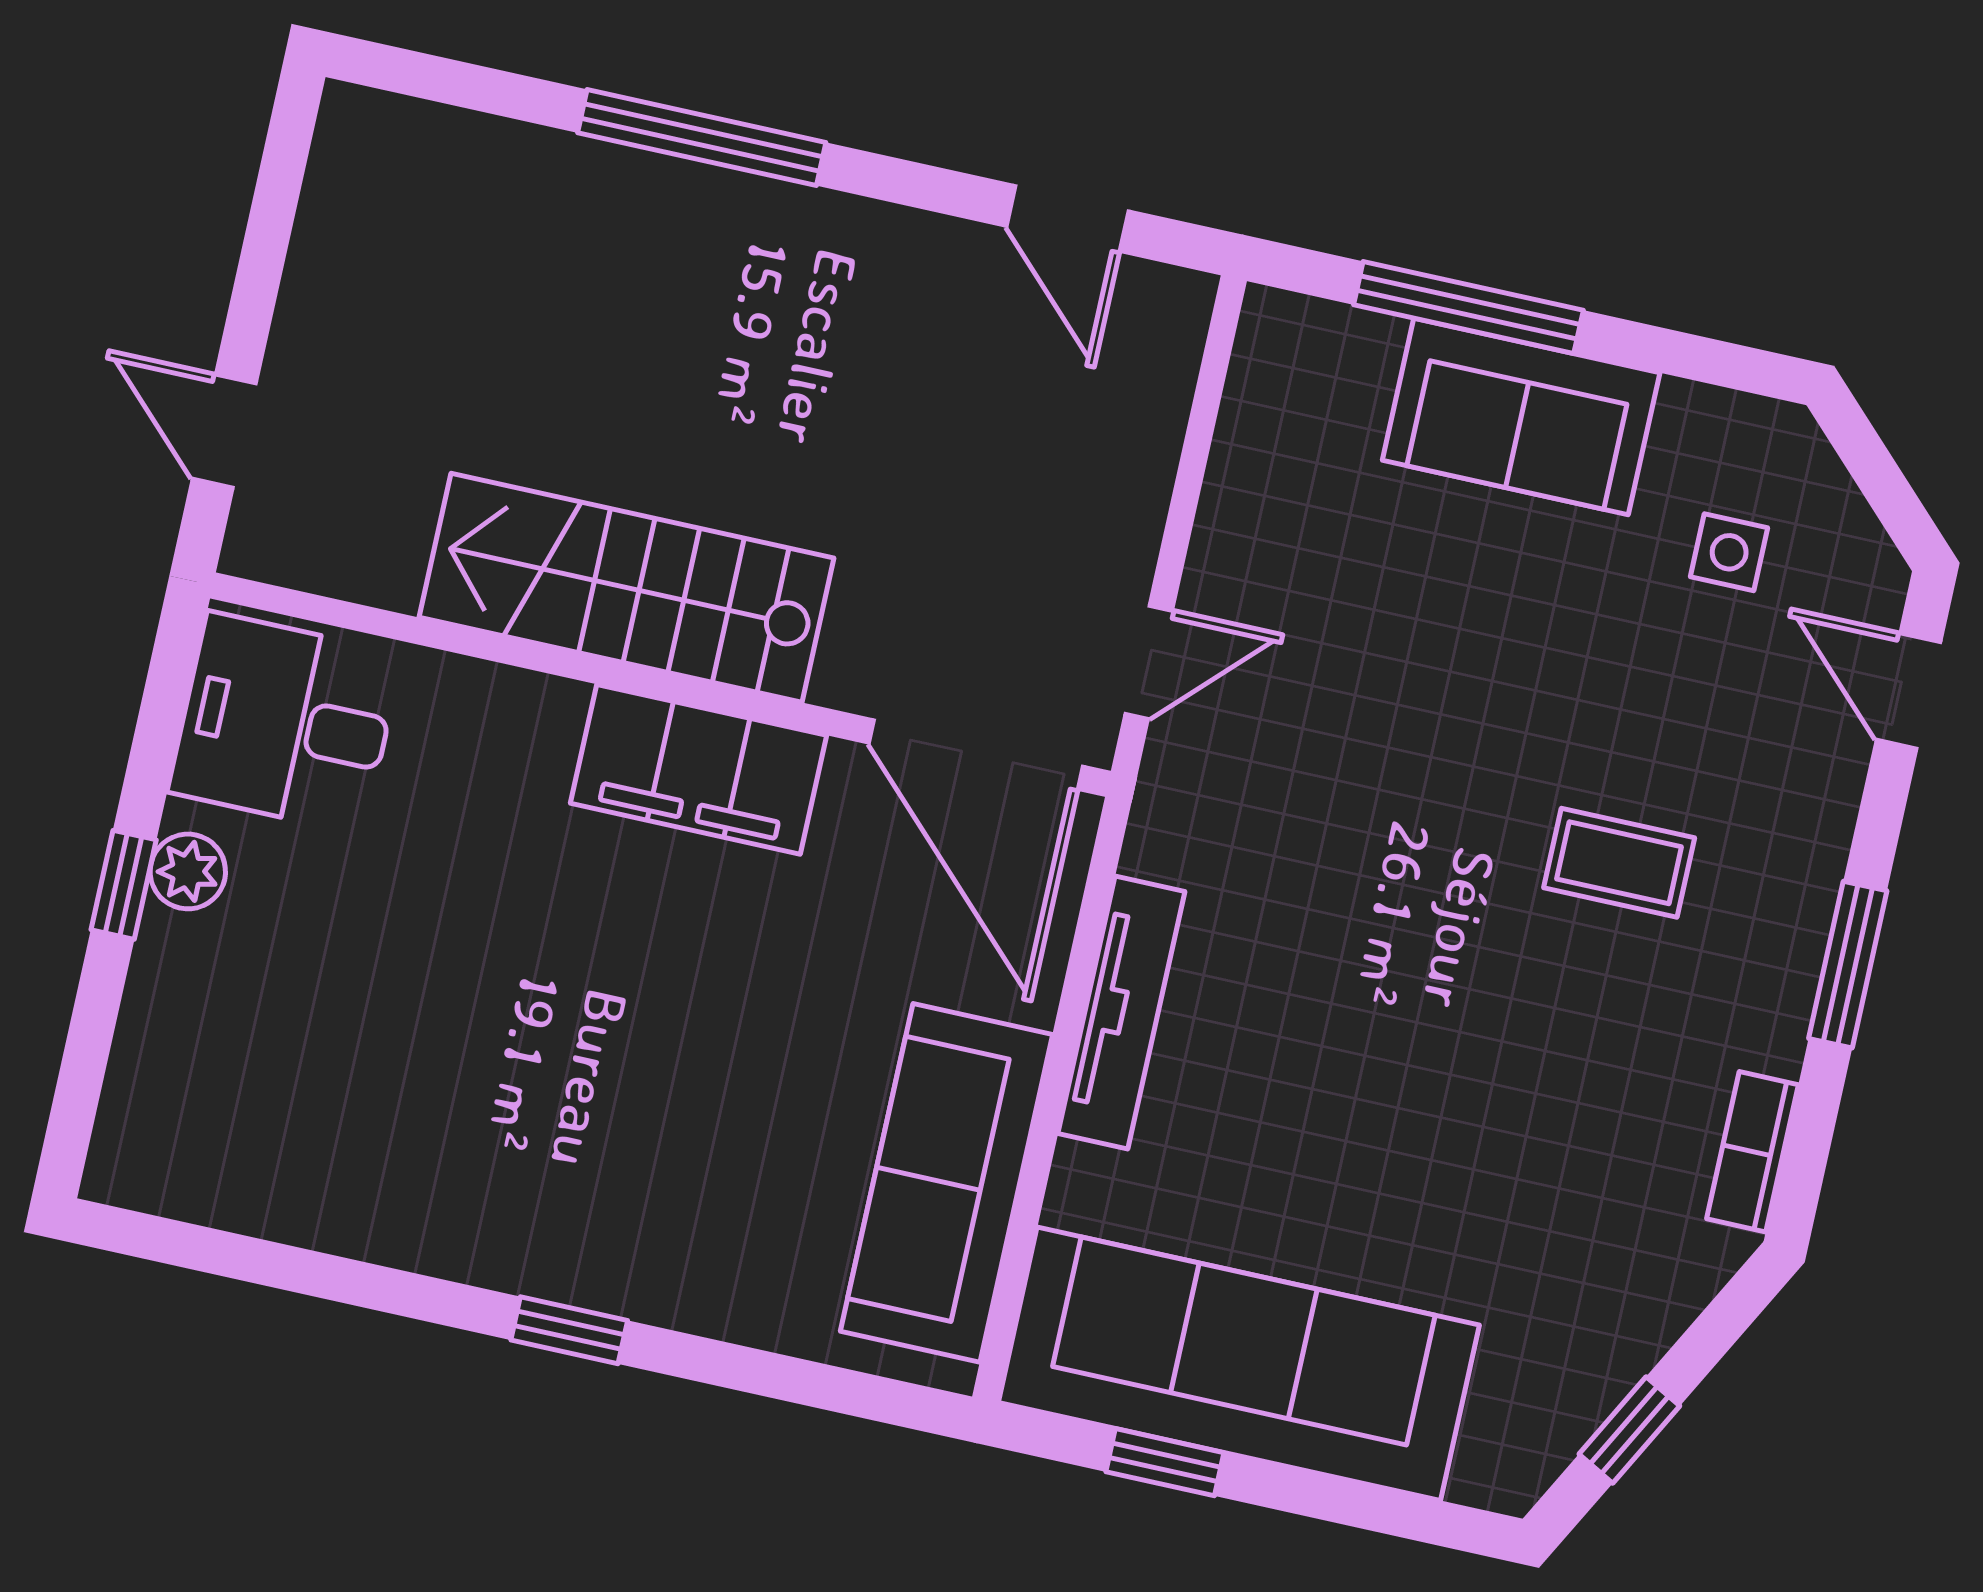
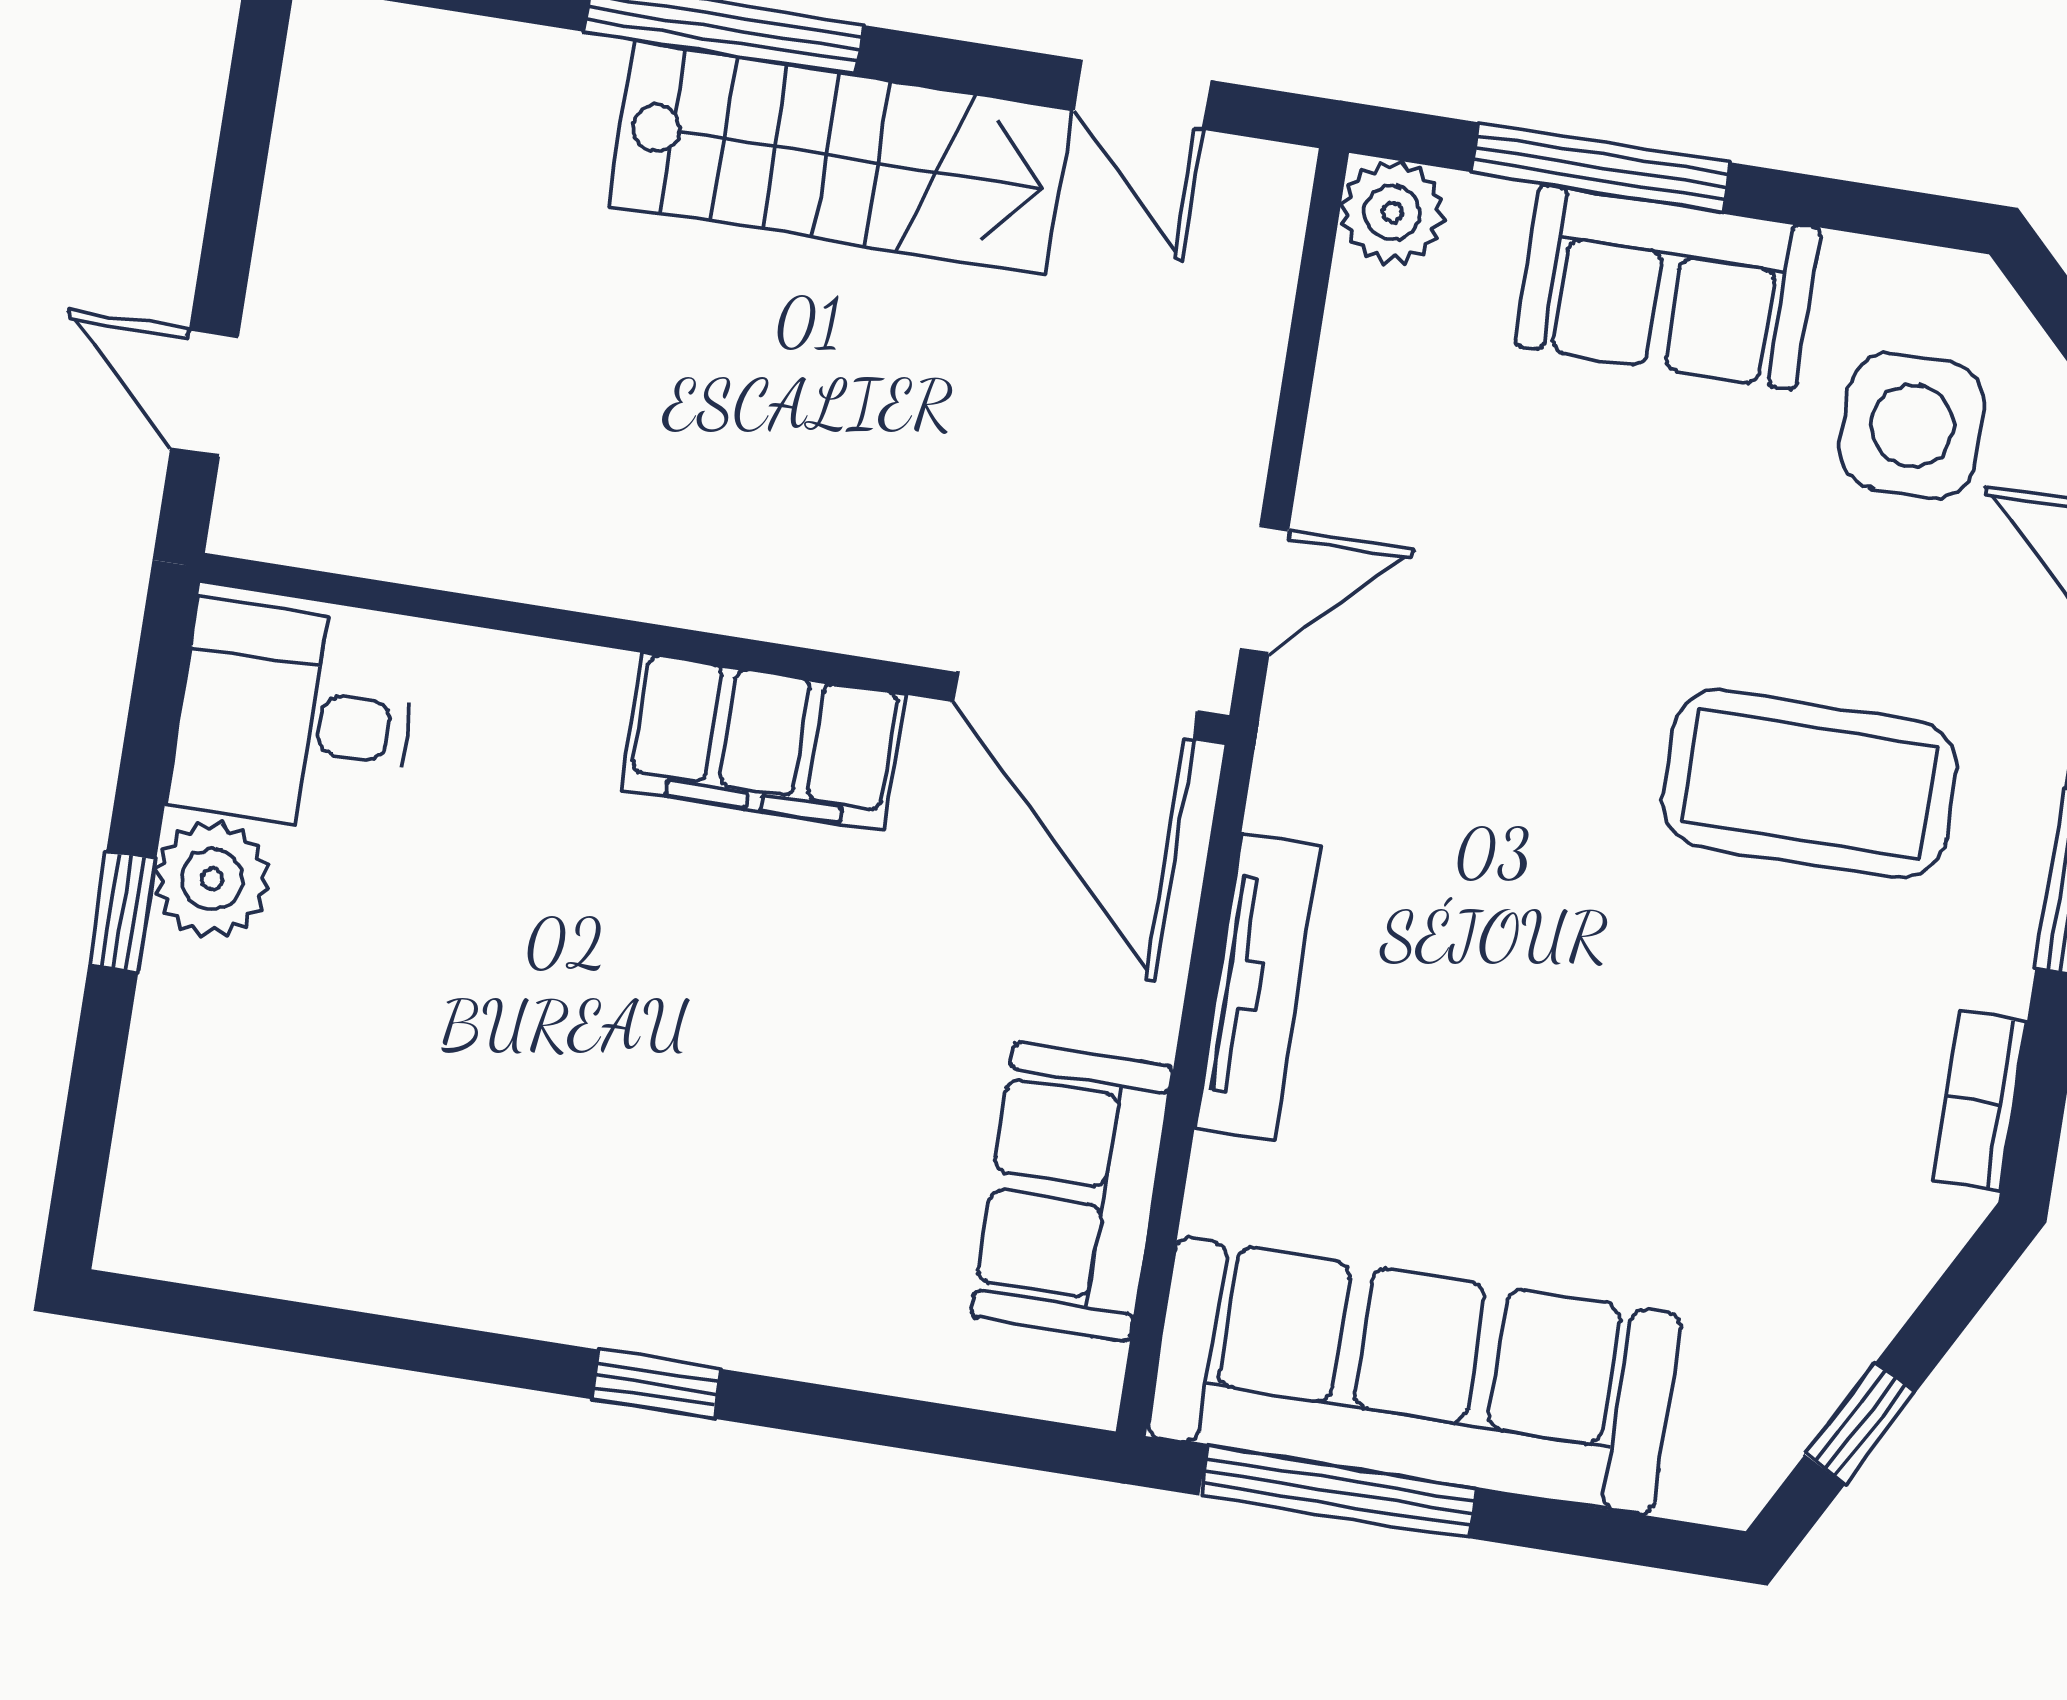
plant: (1282, 336) -> (1392, 213), added
side table: (1729, 552) -> (1912, 426), width x1.87, depth x1.87
stairs: (626, 588) -> (841, 157), moved, turned 180
coffee table: (1619, 863) -> (1809, 784), width x1.86, depth x1.72
plant: (188, 871) -> (212, 879), width x1.38, depth x1.38
sofa: (947, 1183) -> (1072, 1192), width x0.73
window: (1165, 1462) -> (1338, 1492), width x2.17

